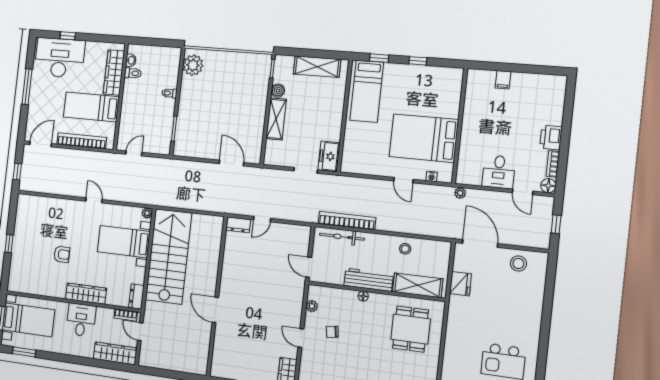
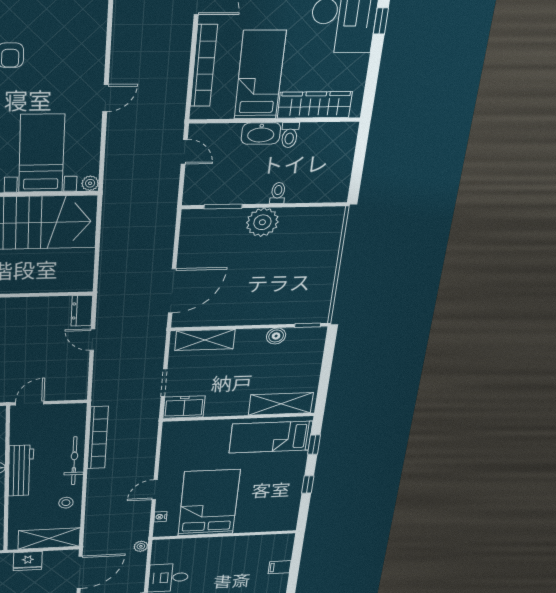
washbasin: (131, 60) -> (261, 133), moved, width x1.91, depth x1.45
plant: (193, 65) -> (262, 222), moved
shelving: (317, 67) -> (281, 404), moved, turned 90
toilet: (133, 73) -> (290, 135), moved
shelving: (276, 119) -> (205, 340), moved
door: (231, 163) -> (172, 291), width x1.36
bicycle: (342, 237) -> (74, 461), moved
shelving: (418, 285) -> (49, 539), moved, turned 90

